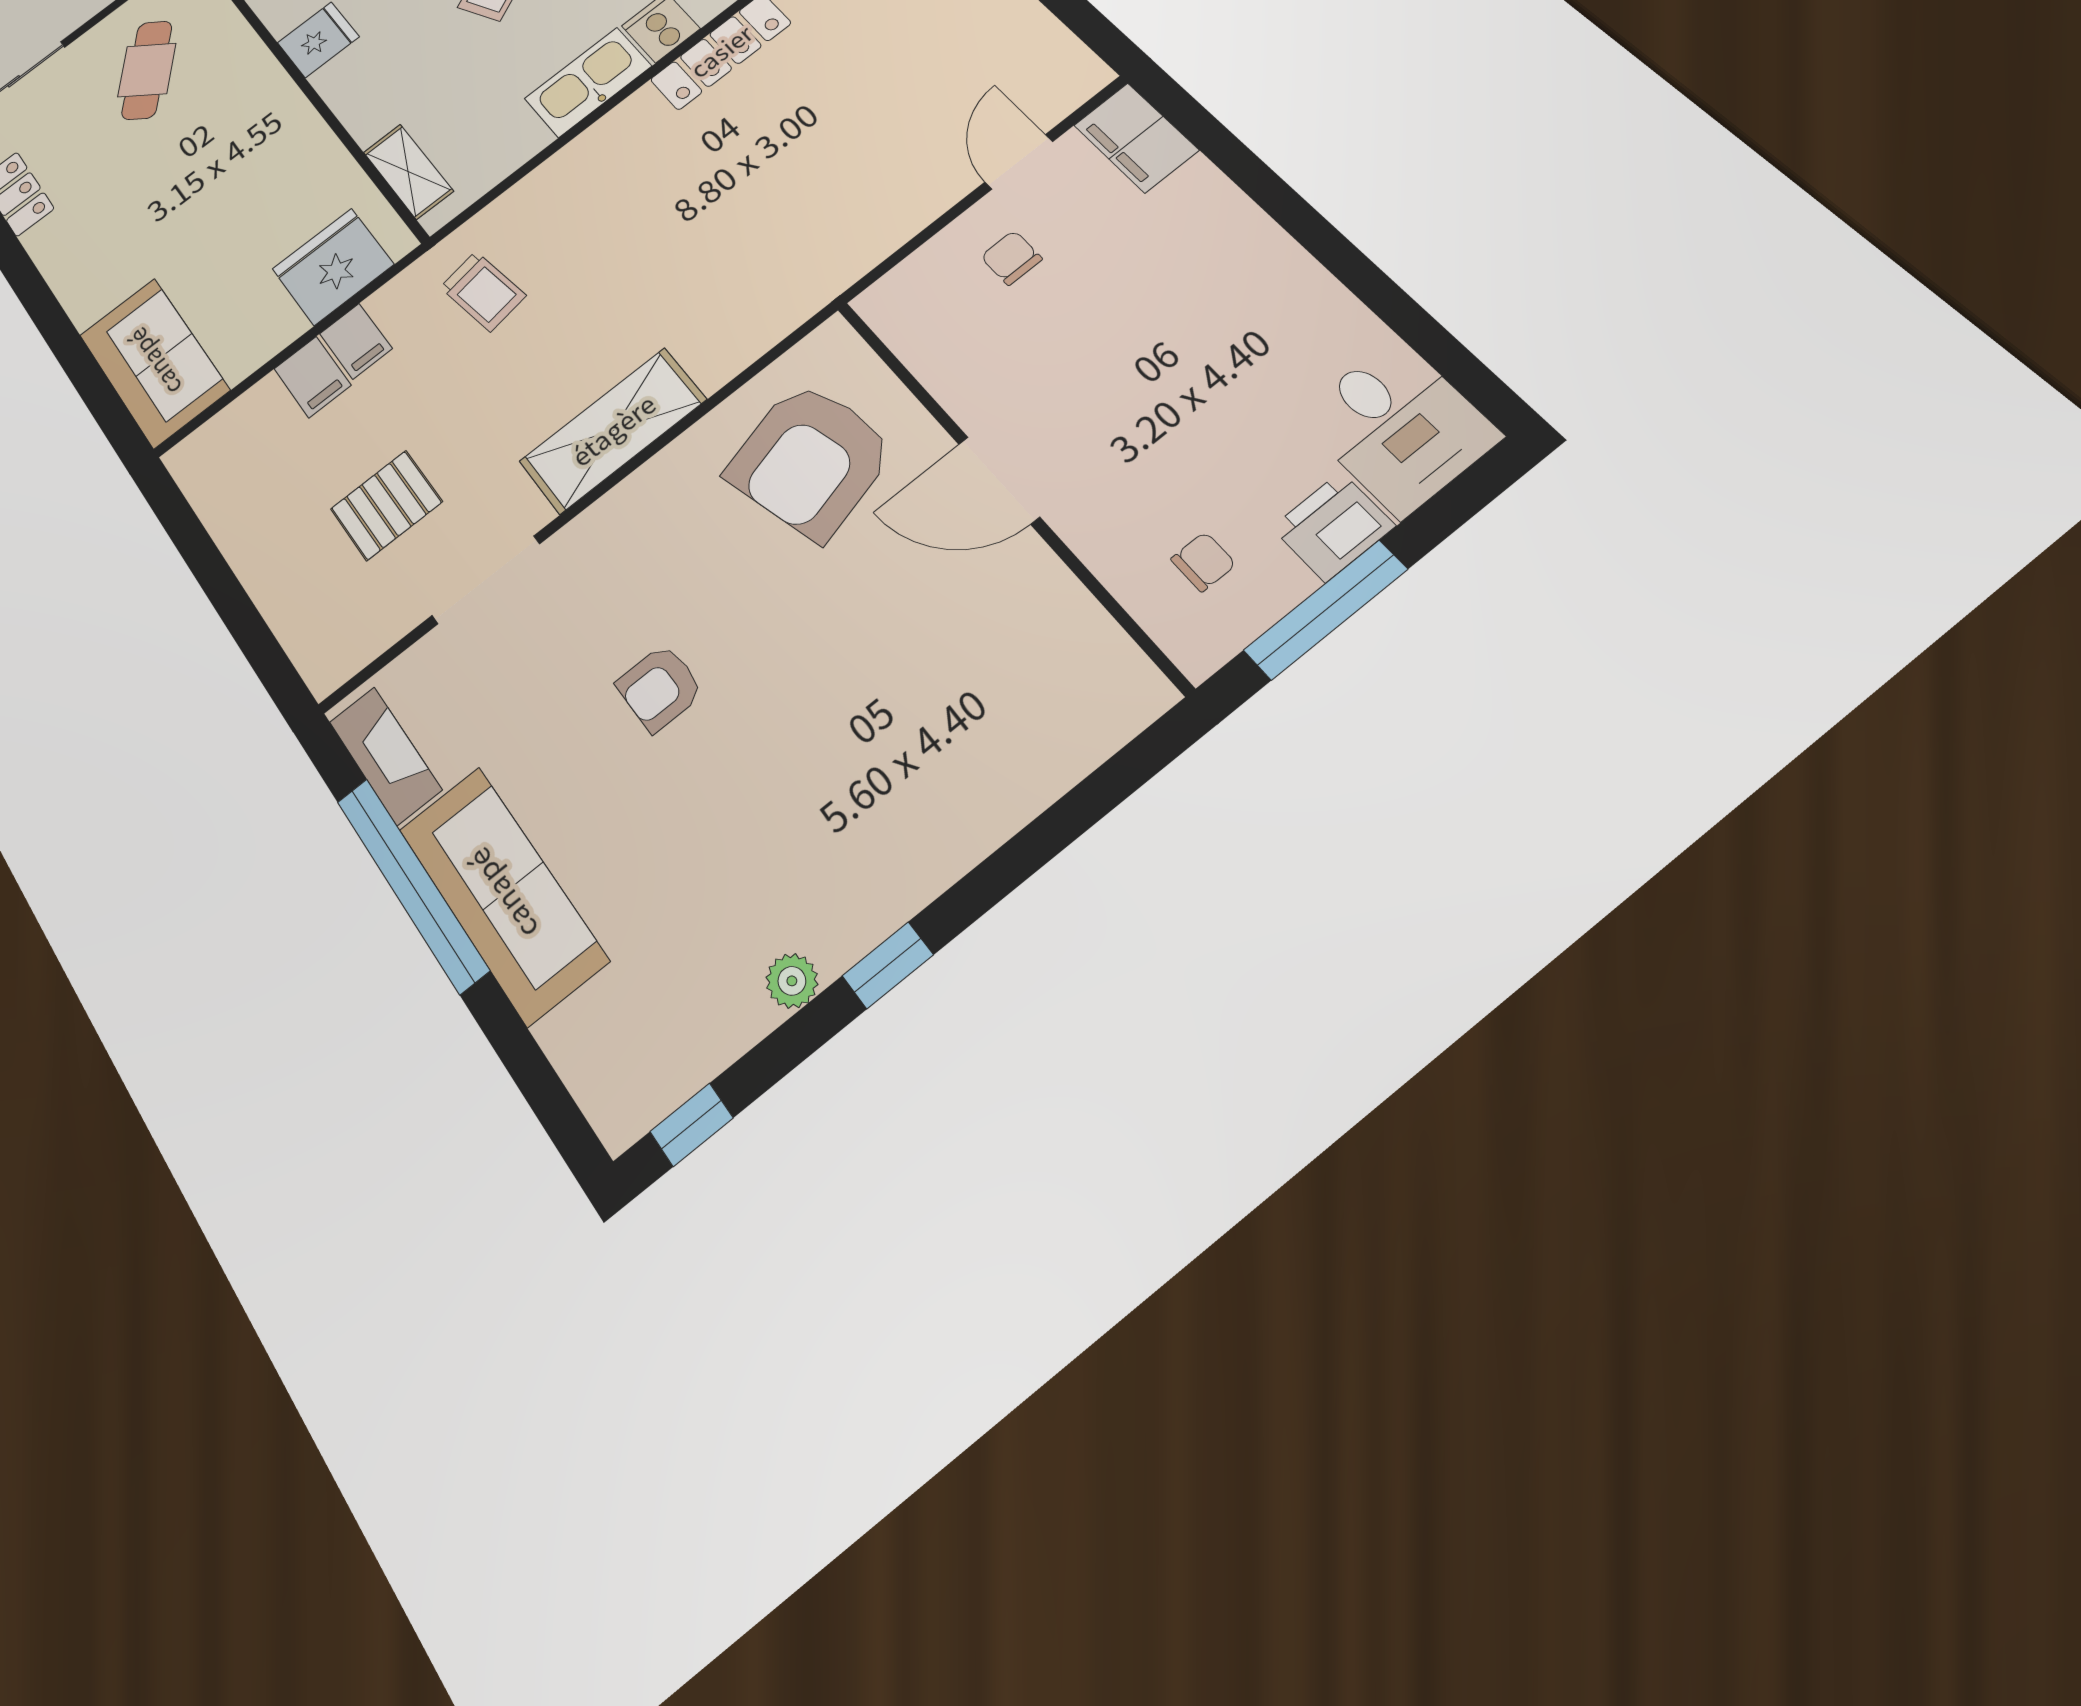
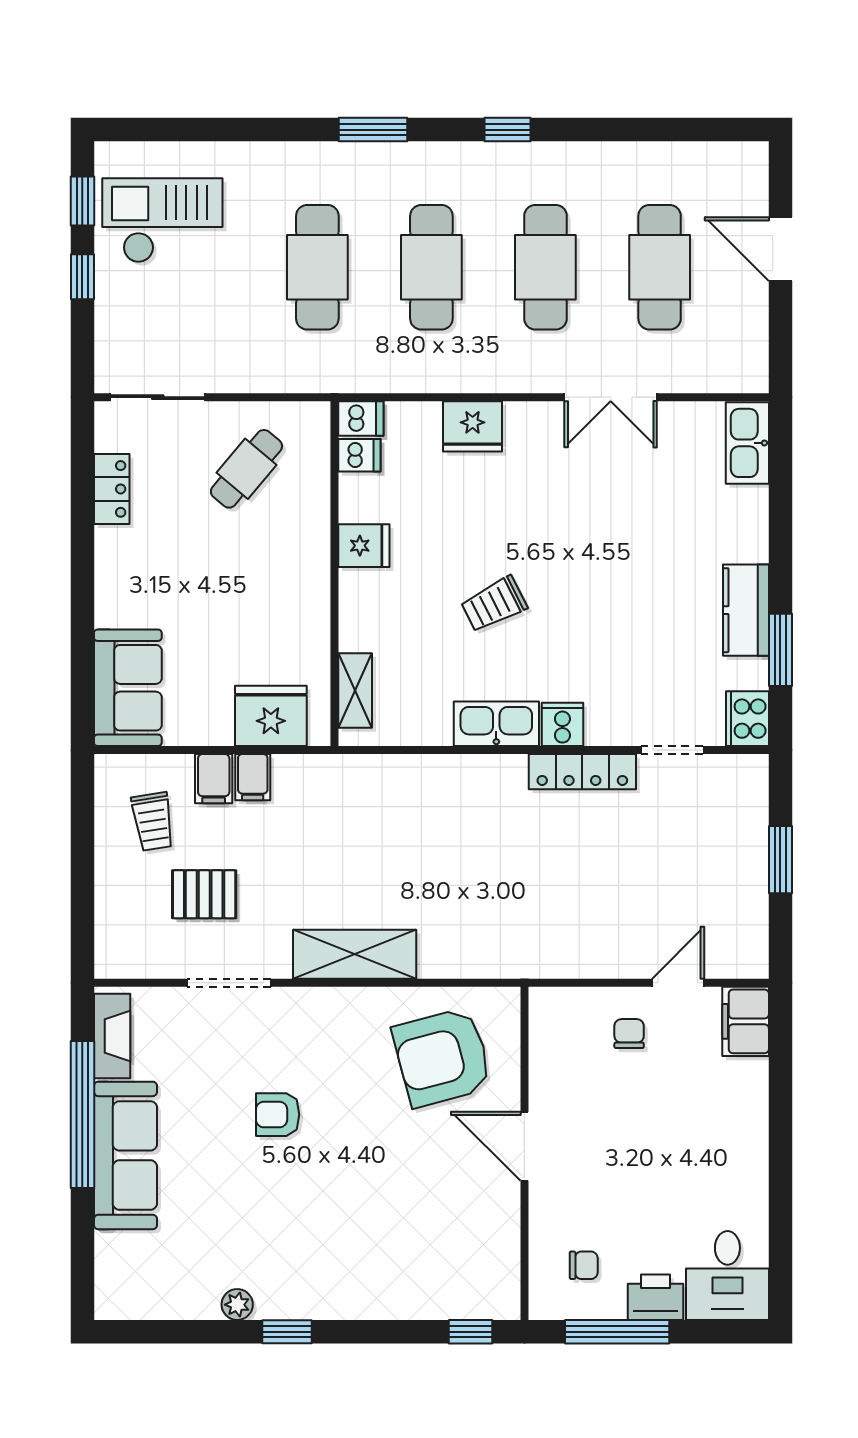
trolley: (483, 291) -> (153, 821), moved
window: (691, 1125) -> (470, 1332), moved

